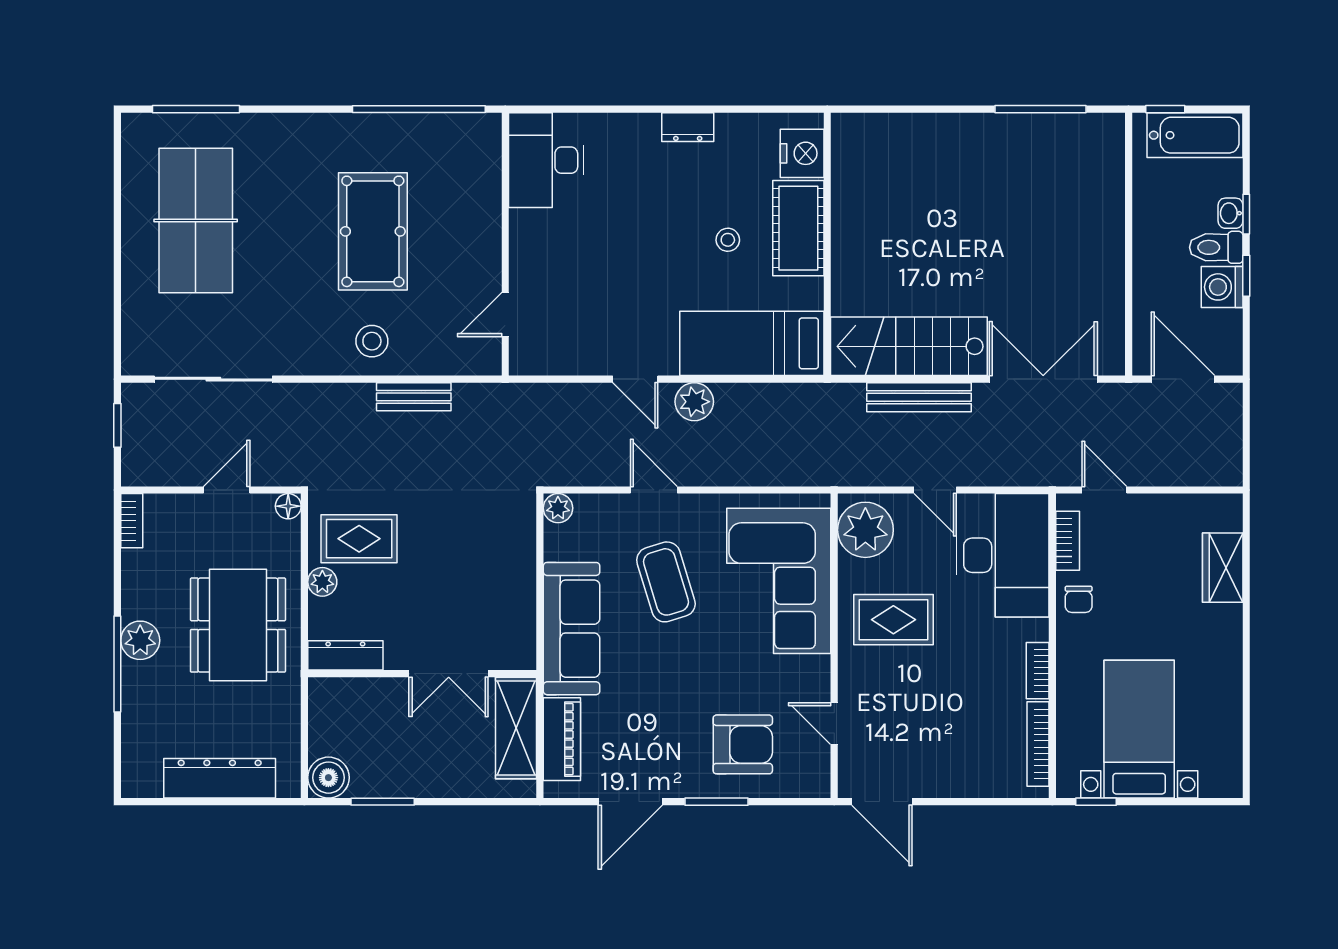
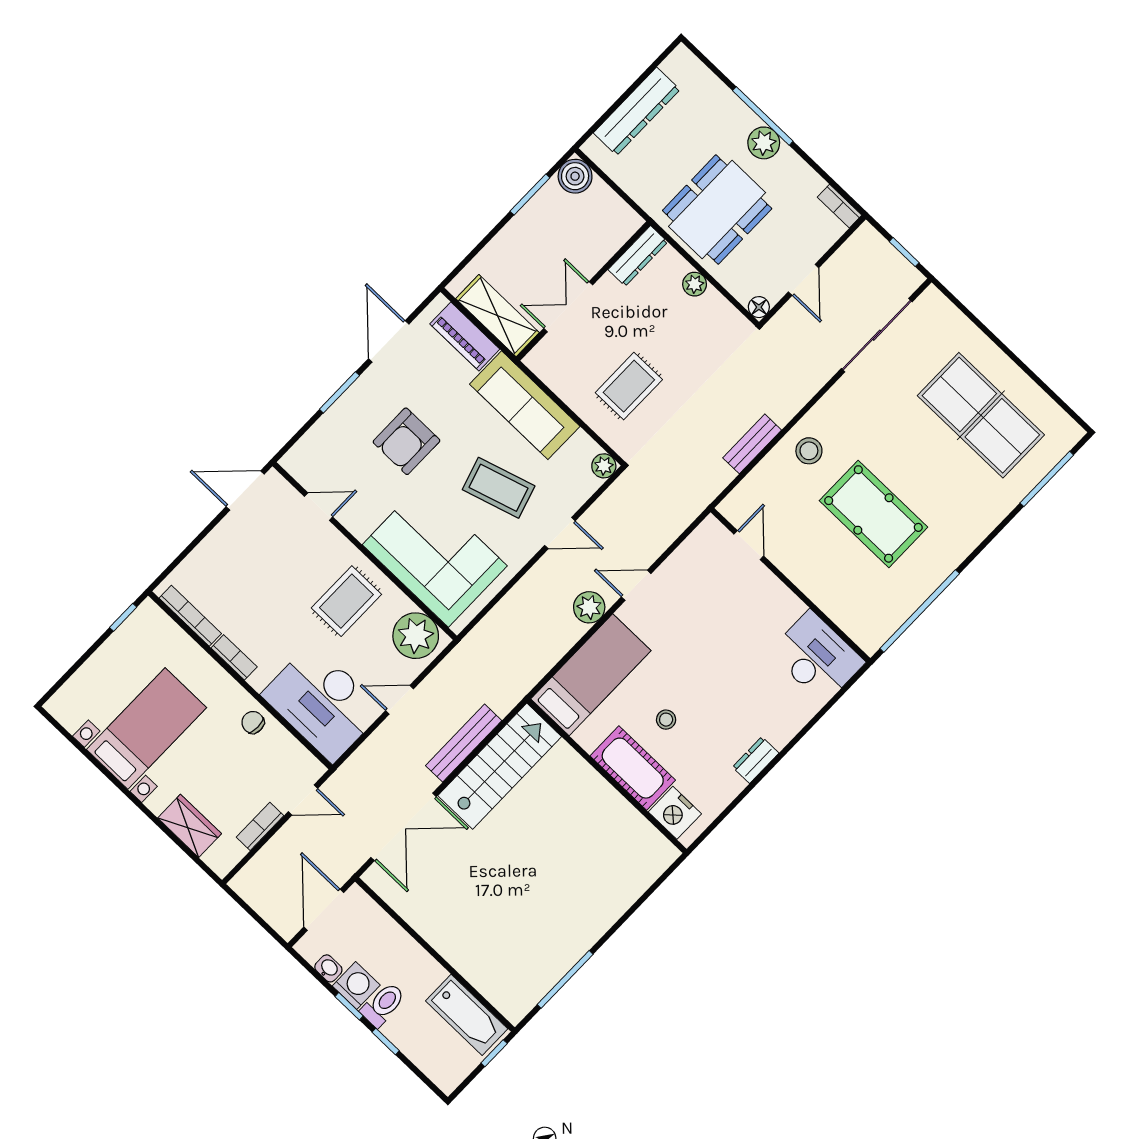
bathtub: (1195, 135) -> (467, 1015), moved, turned -90
washbasin: (1230, 213) -> (328, 968), moved
door: (1183, 379) -> (324, 910), swing flipped
rug: (359, 539) -> (629, 386), moved
bookcase: (1068, 541) -> (260, 826), moved, turned 90
dining table: (238, 625) -> (717, 210), turned 90
bed with nightstands: (1139, 729) -> (146, 729), moved, turned -90
armchair: (743, 744) -> (406, 441), moved

